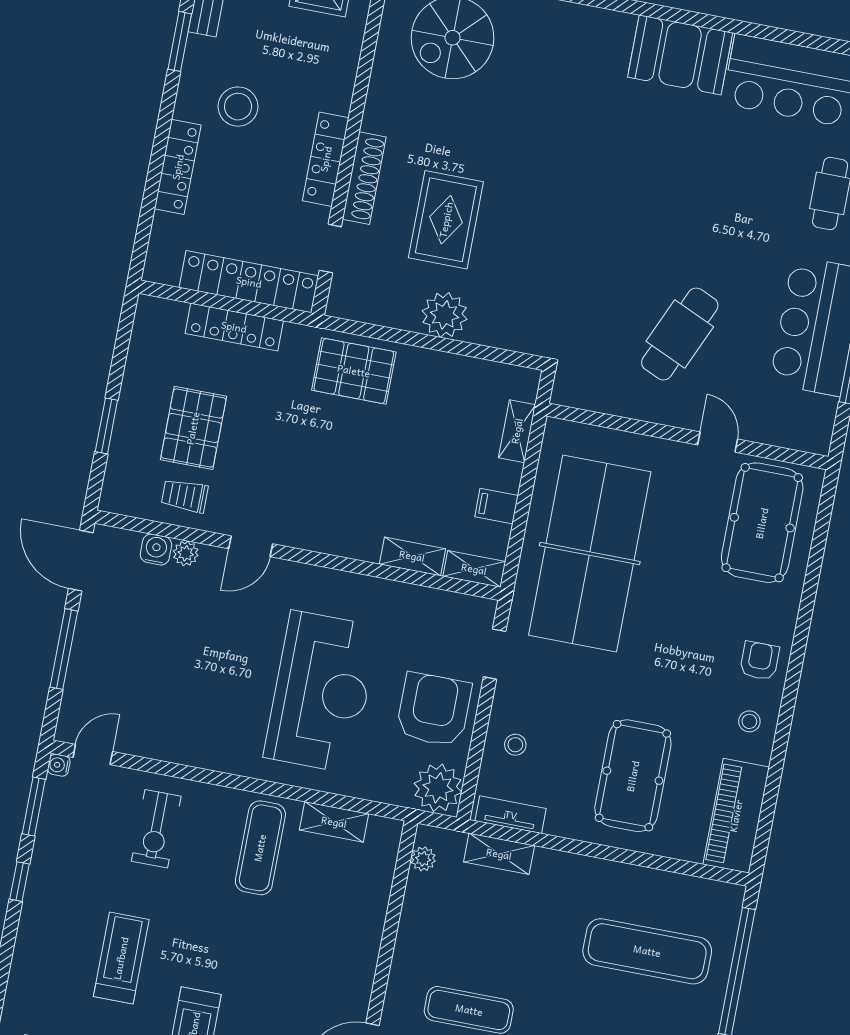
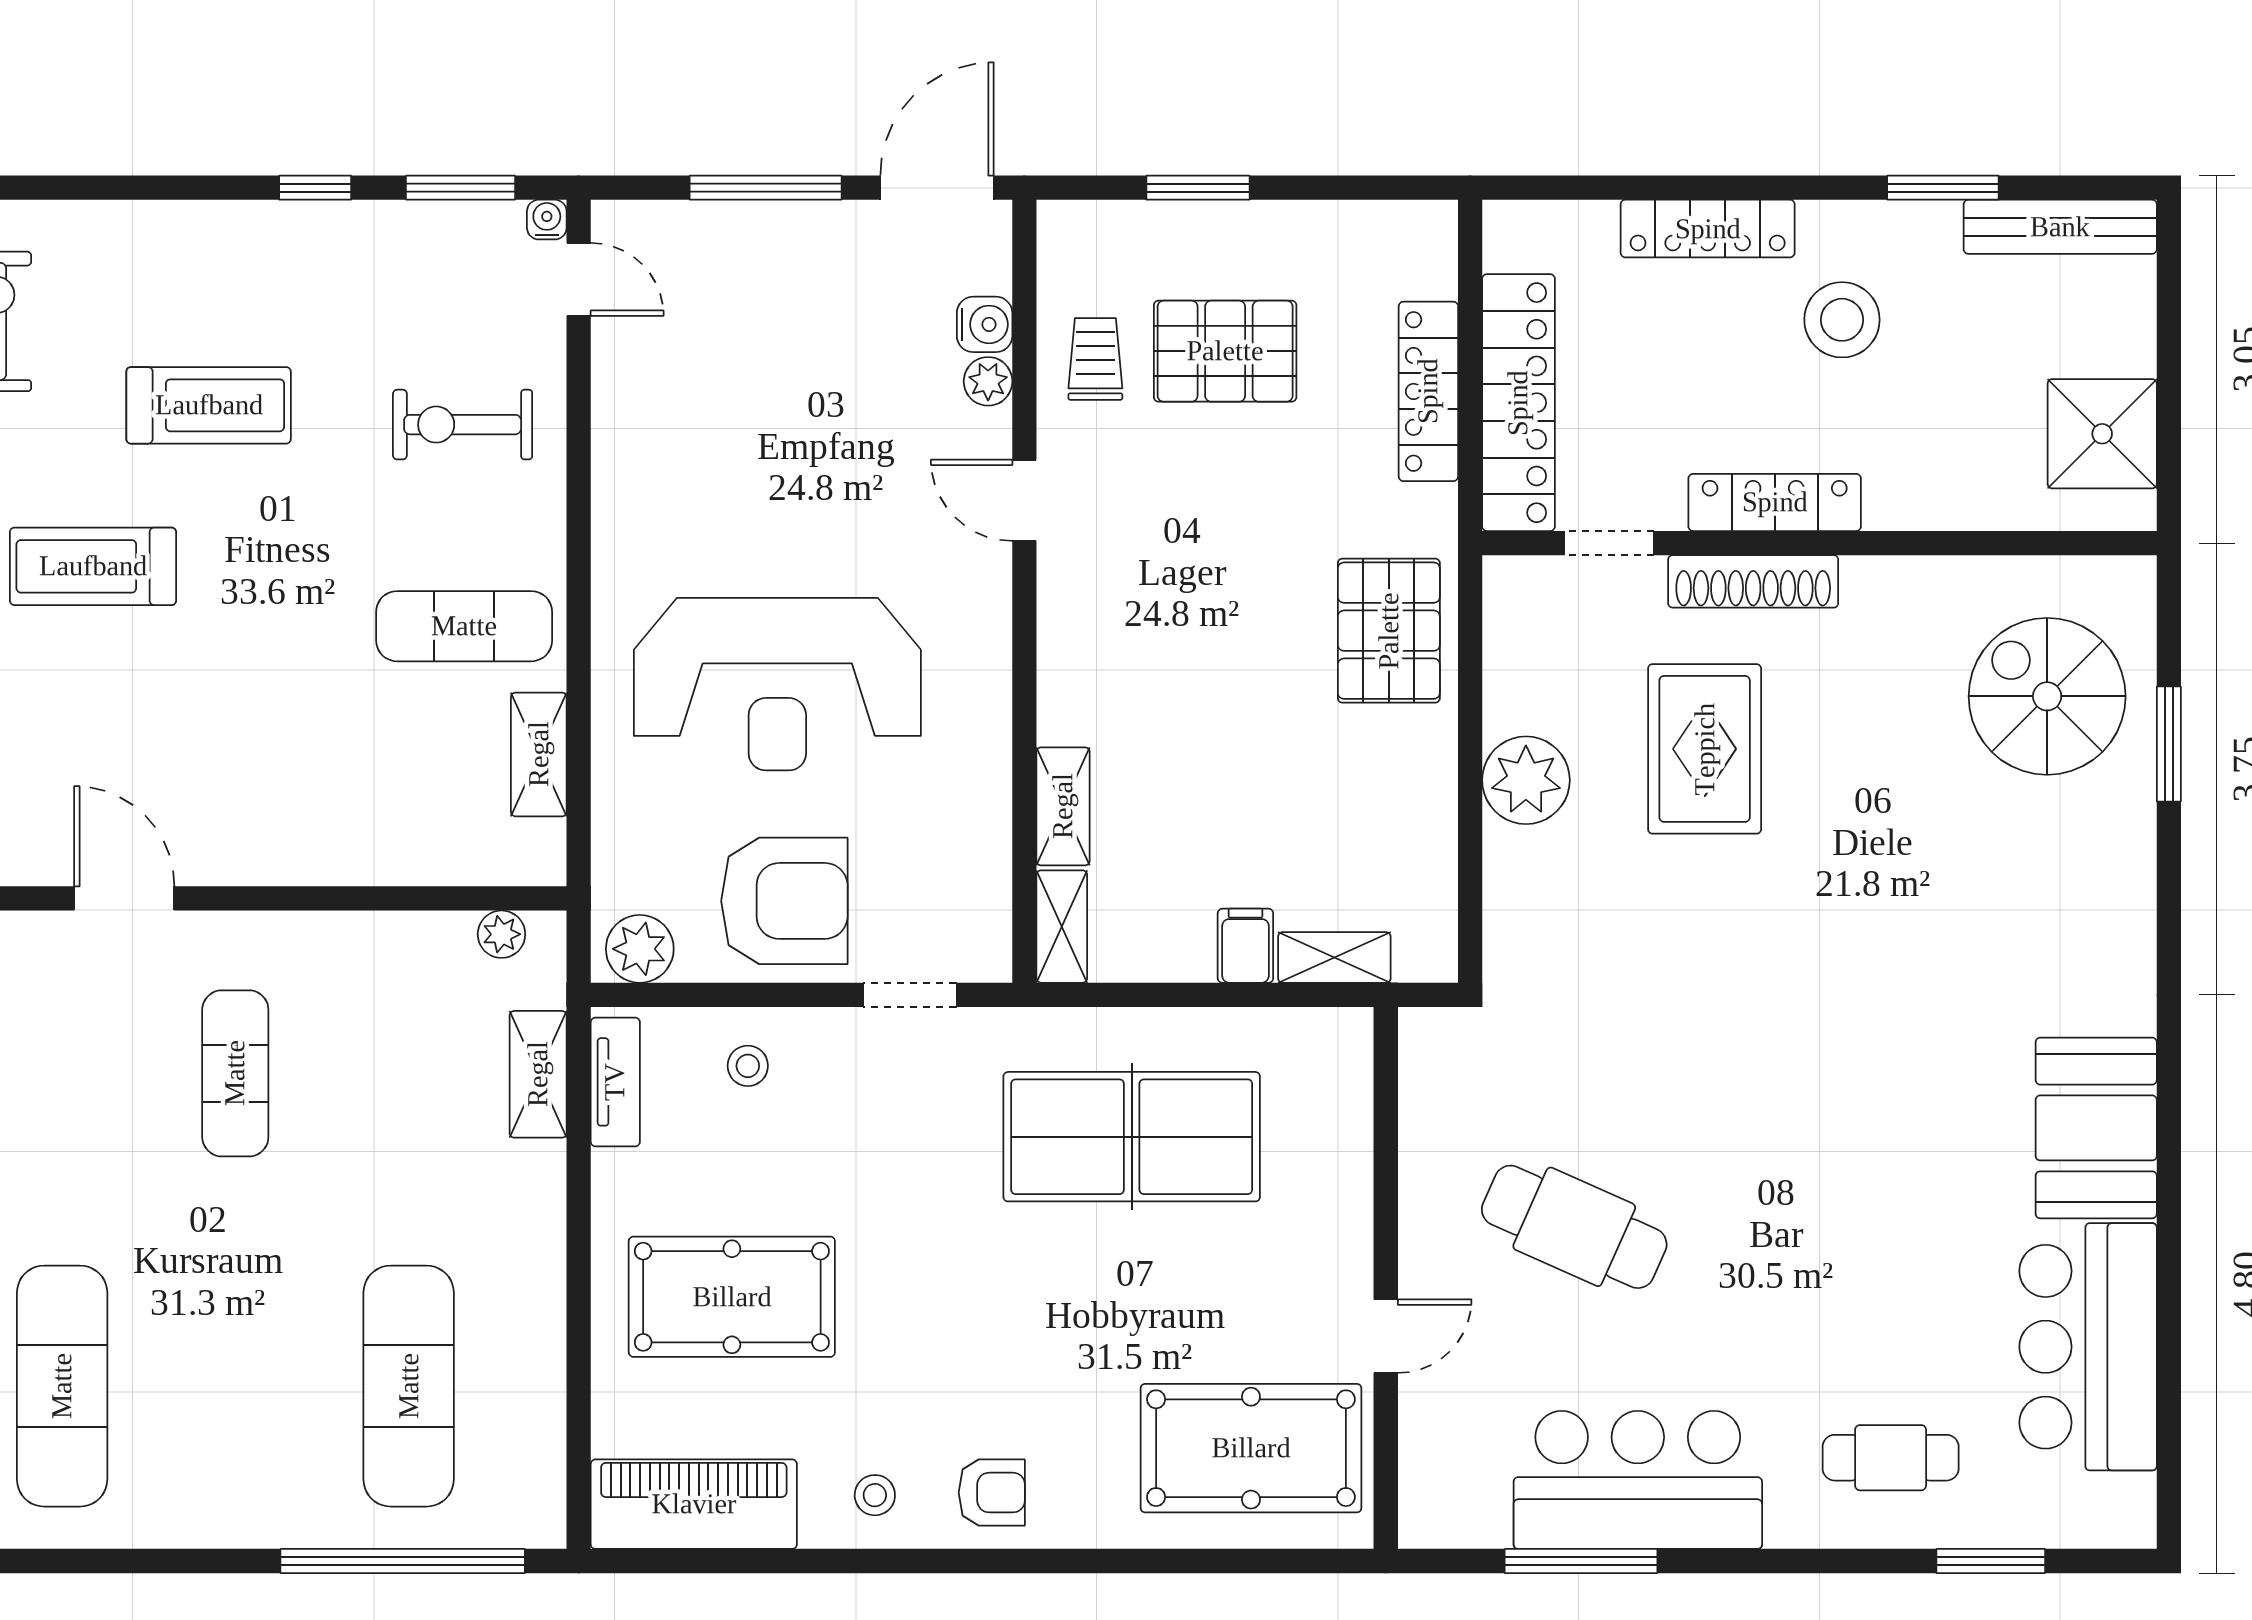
rug: (446, 220) -> (1705, 749), turned 90
filing cabinet: (497, 506) -> (1245, 946), moved
table tennis table: (590, 554) -> (1132, 1137), width x0.73, depth x0.76
plant: (438, 788) -> (640, 949), width x0.73, depth x0.73

